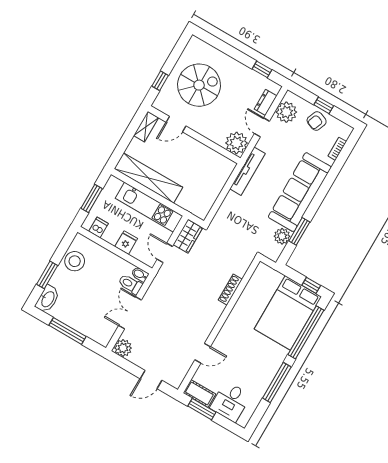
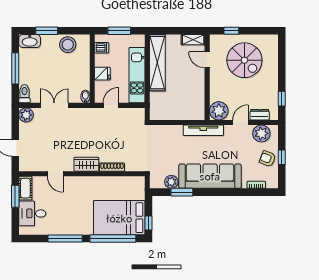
wardrobe: (188, 236) -> (86, 164), moved, turned 180
toilet: (130, 284) -> (24, 94), moved

